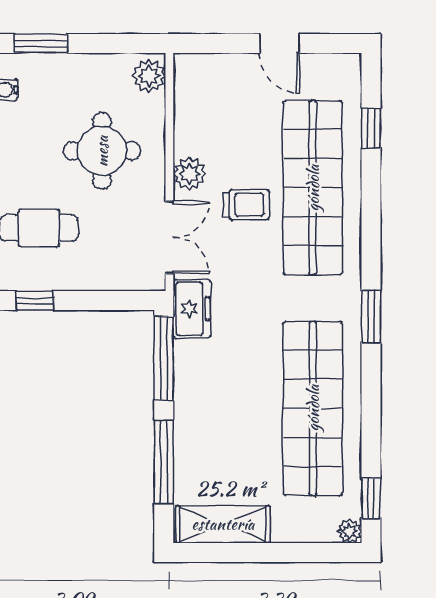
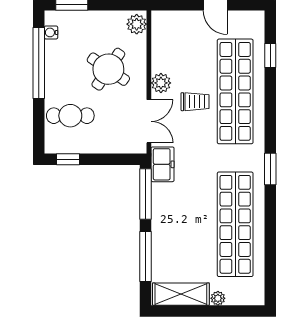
round table: (102, 151) -> (108, 69), turned 34
window: (371, 498) -> (270, 278), removed
plant: (350, 531) -> (218, 298), moved

